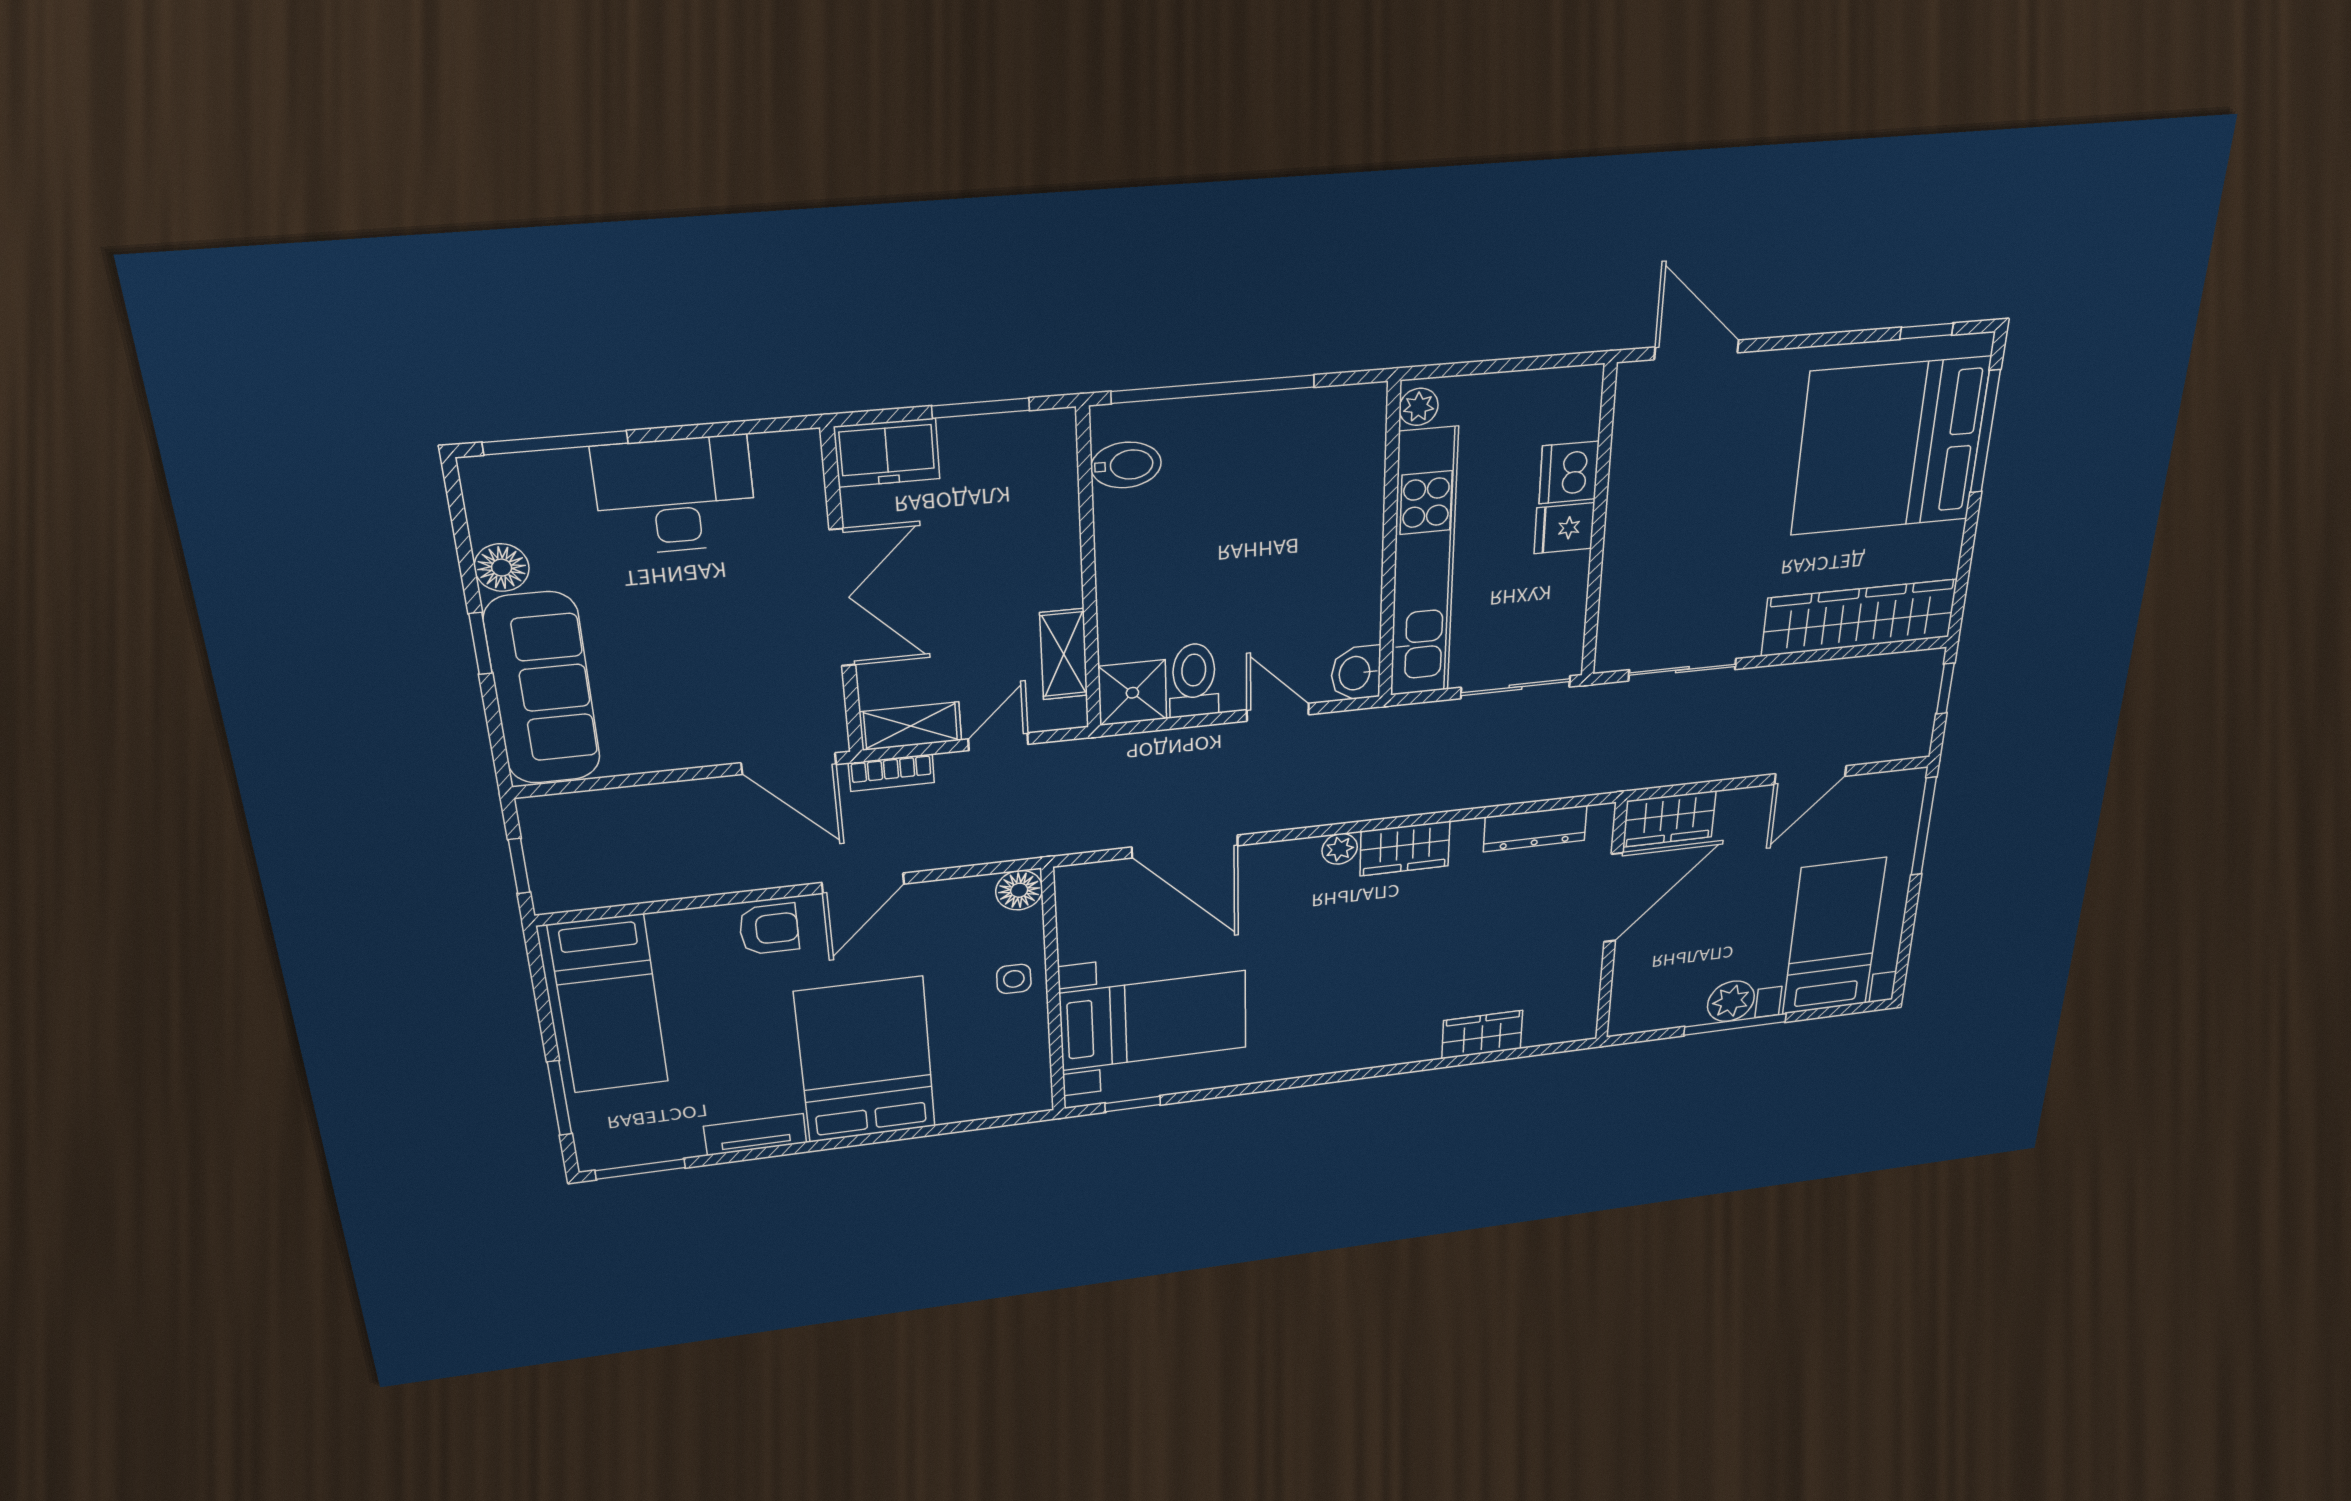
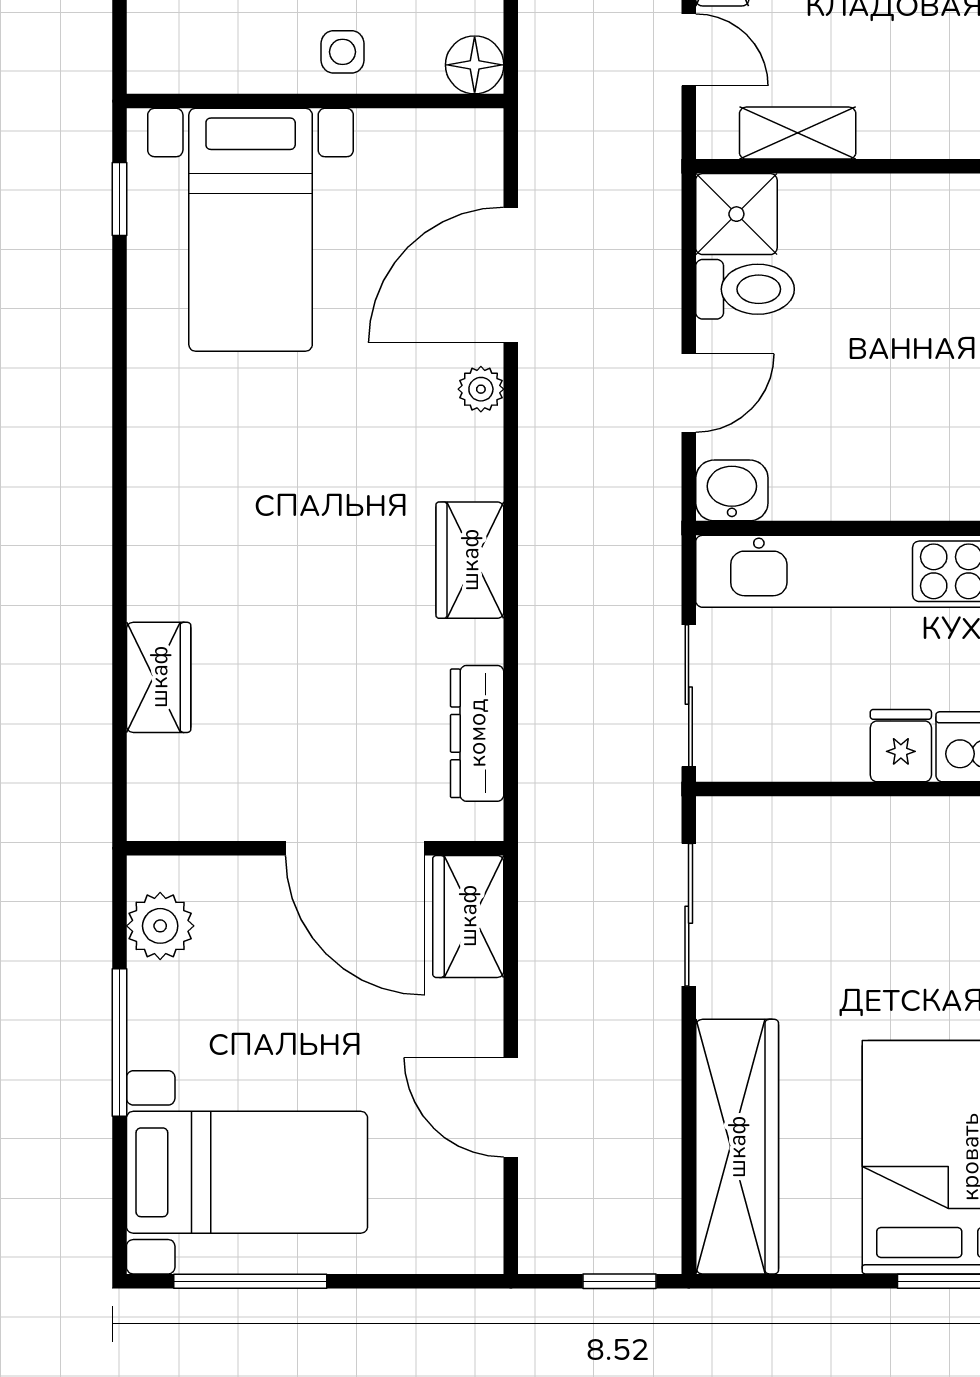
window: (1924, 826) -> (250, 1281), moved
plant: (1340, 849) -> (481, 389), moved
plant: (1731, 1001) -> (160, 926), moved

